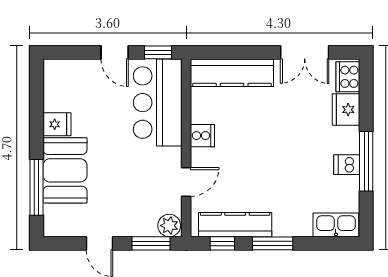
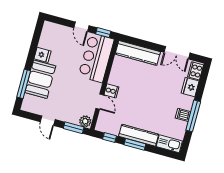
cooker: (202, 136) -> (111, 91), moved
door: (186, 182) -> (100, 102), hinge flipped
kitchen counter: (235, 225) -> (139, 135), moved

